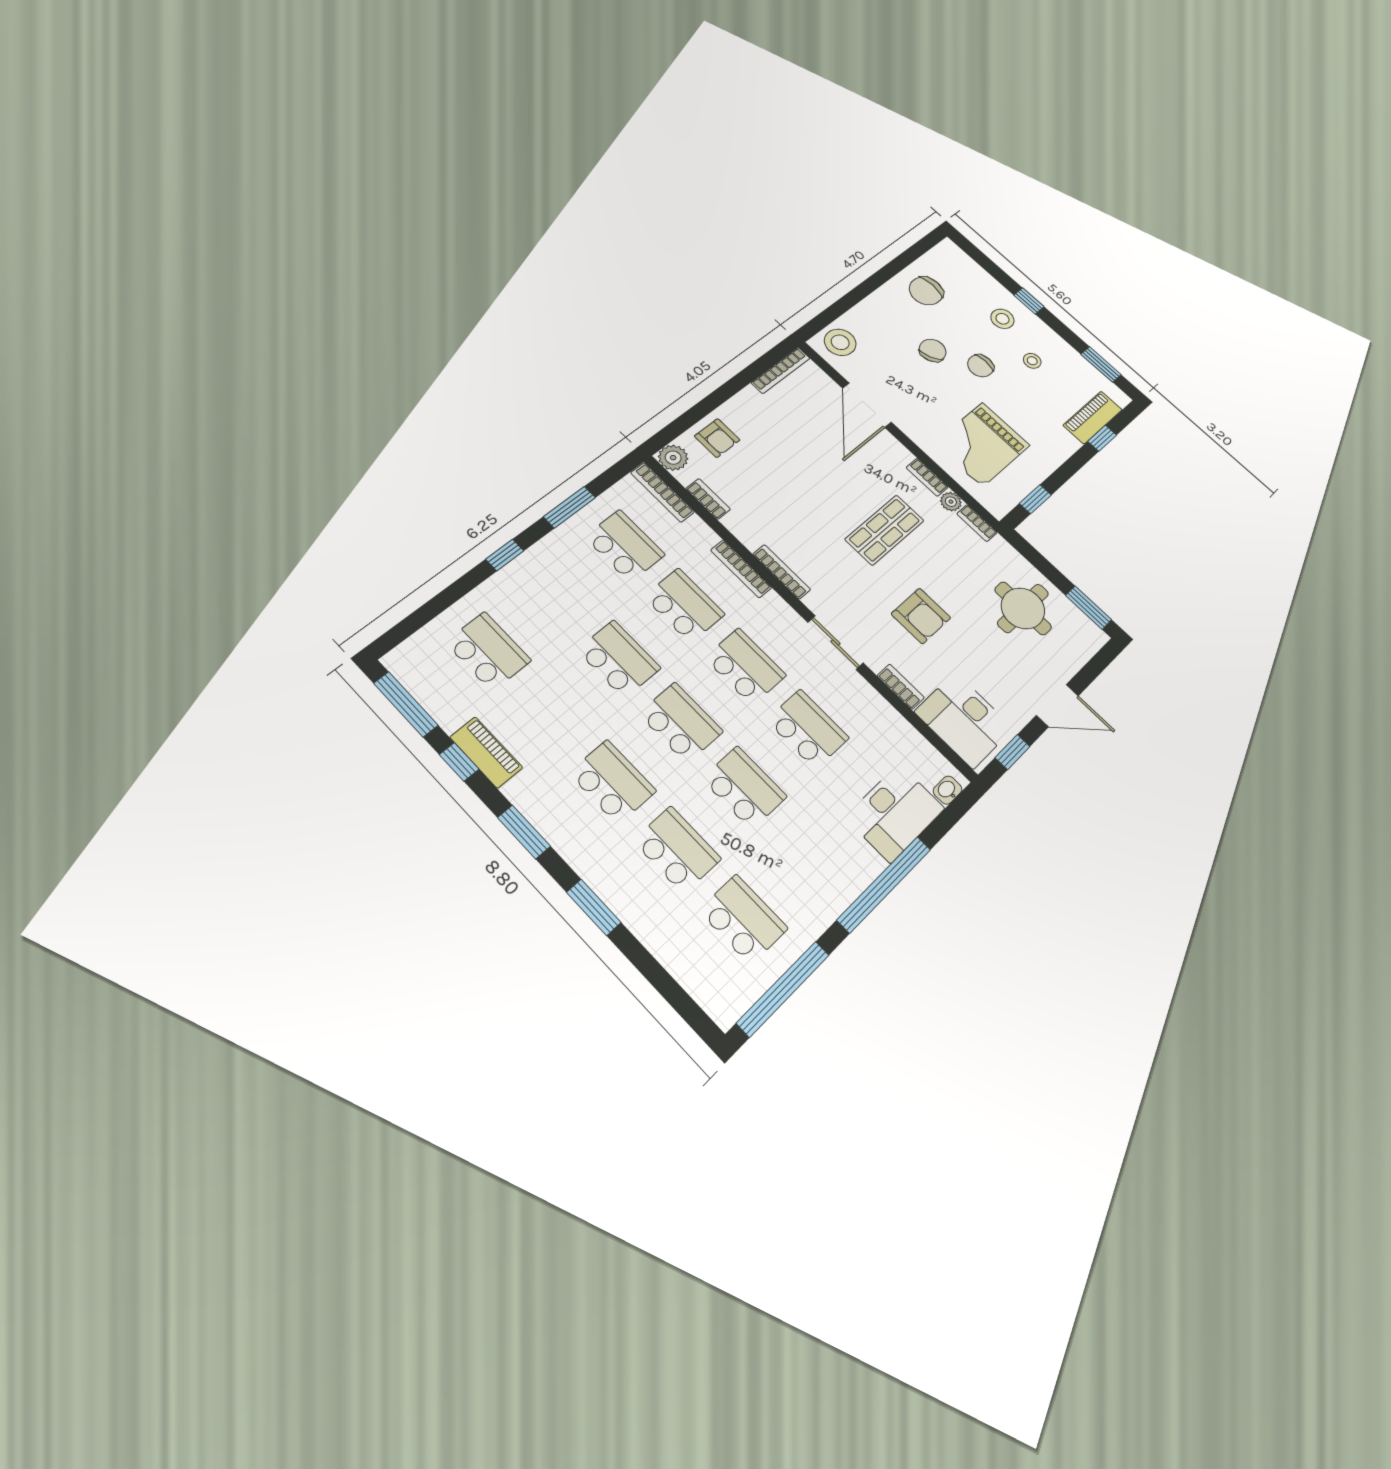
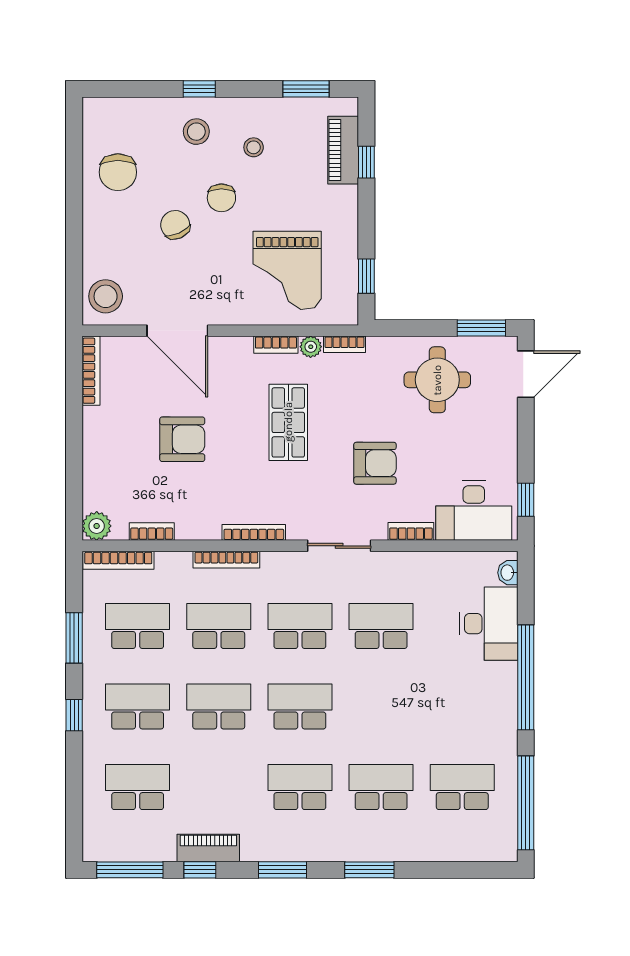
armchair: (717, 438) -> (182, 439), moved, width x1.38, depth x1.38
door: (1057, 706) -> (526, 374), moved
school desk: (744, 788) -> (138, 707), moved

